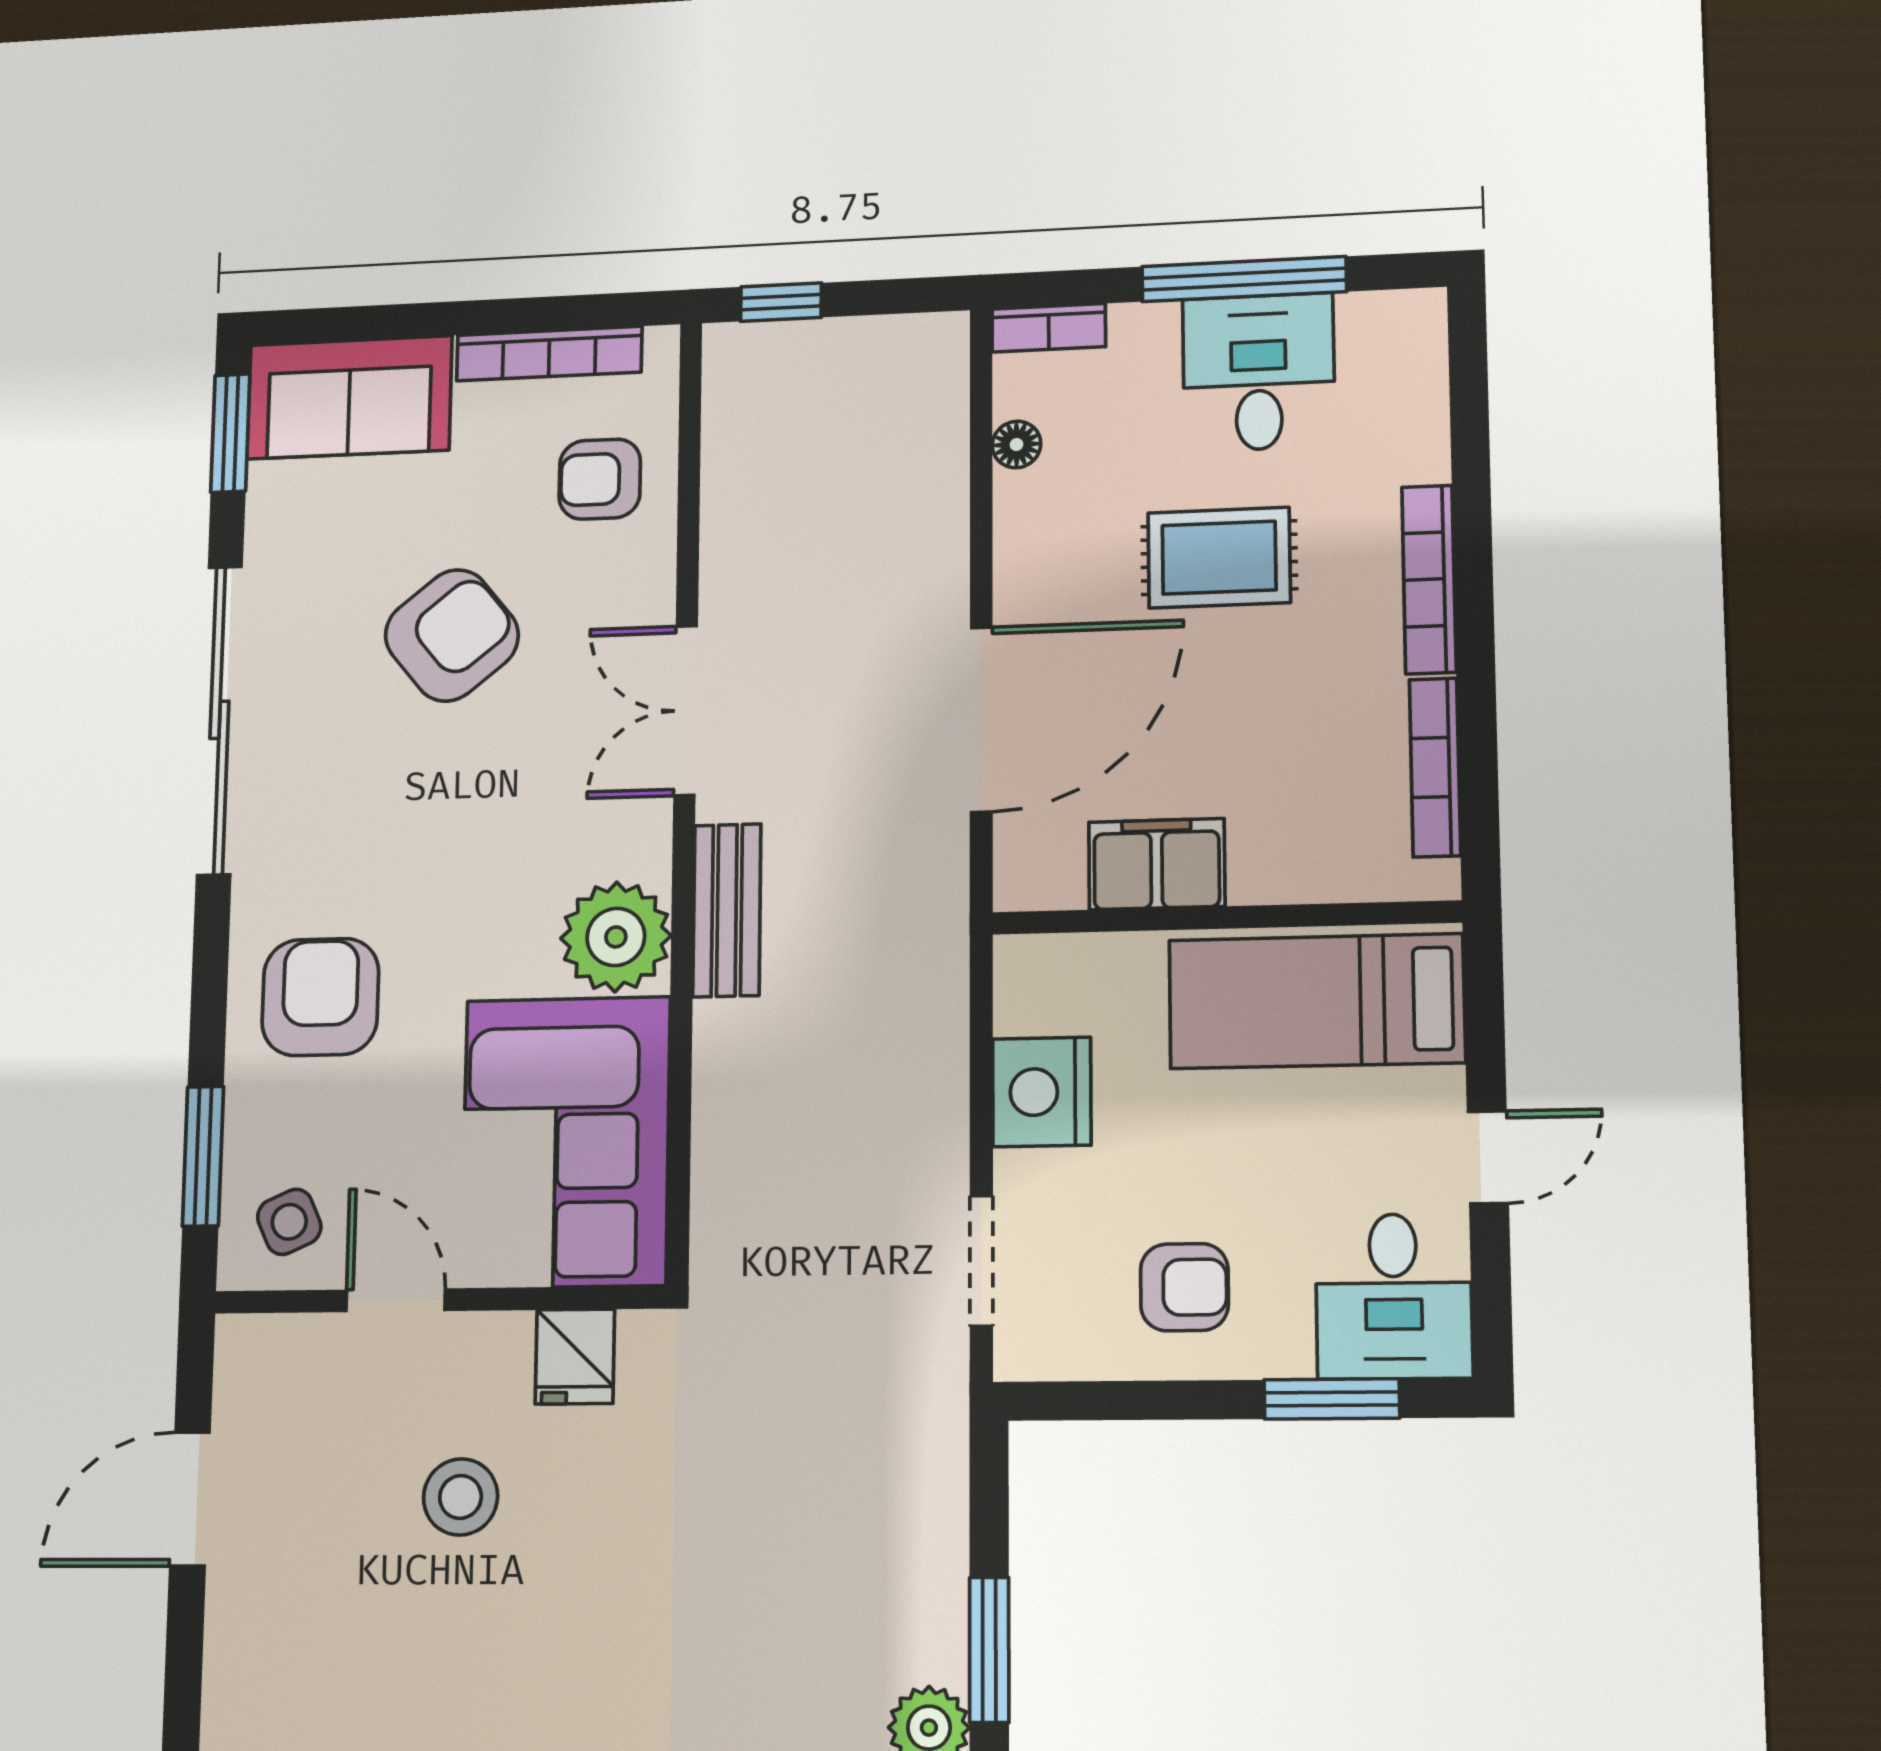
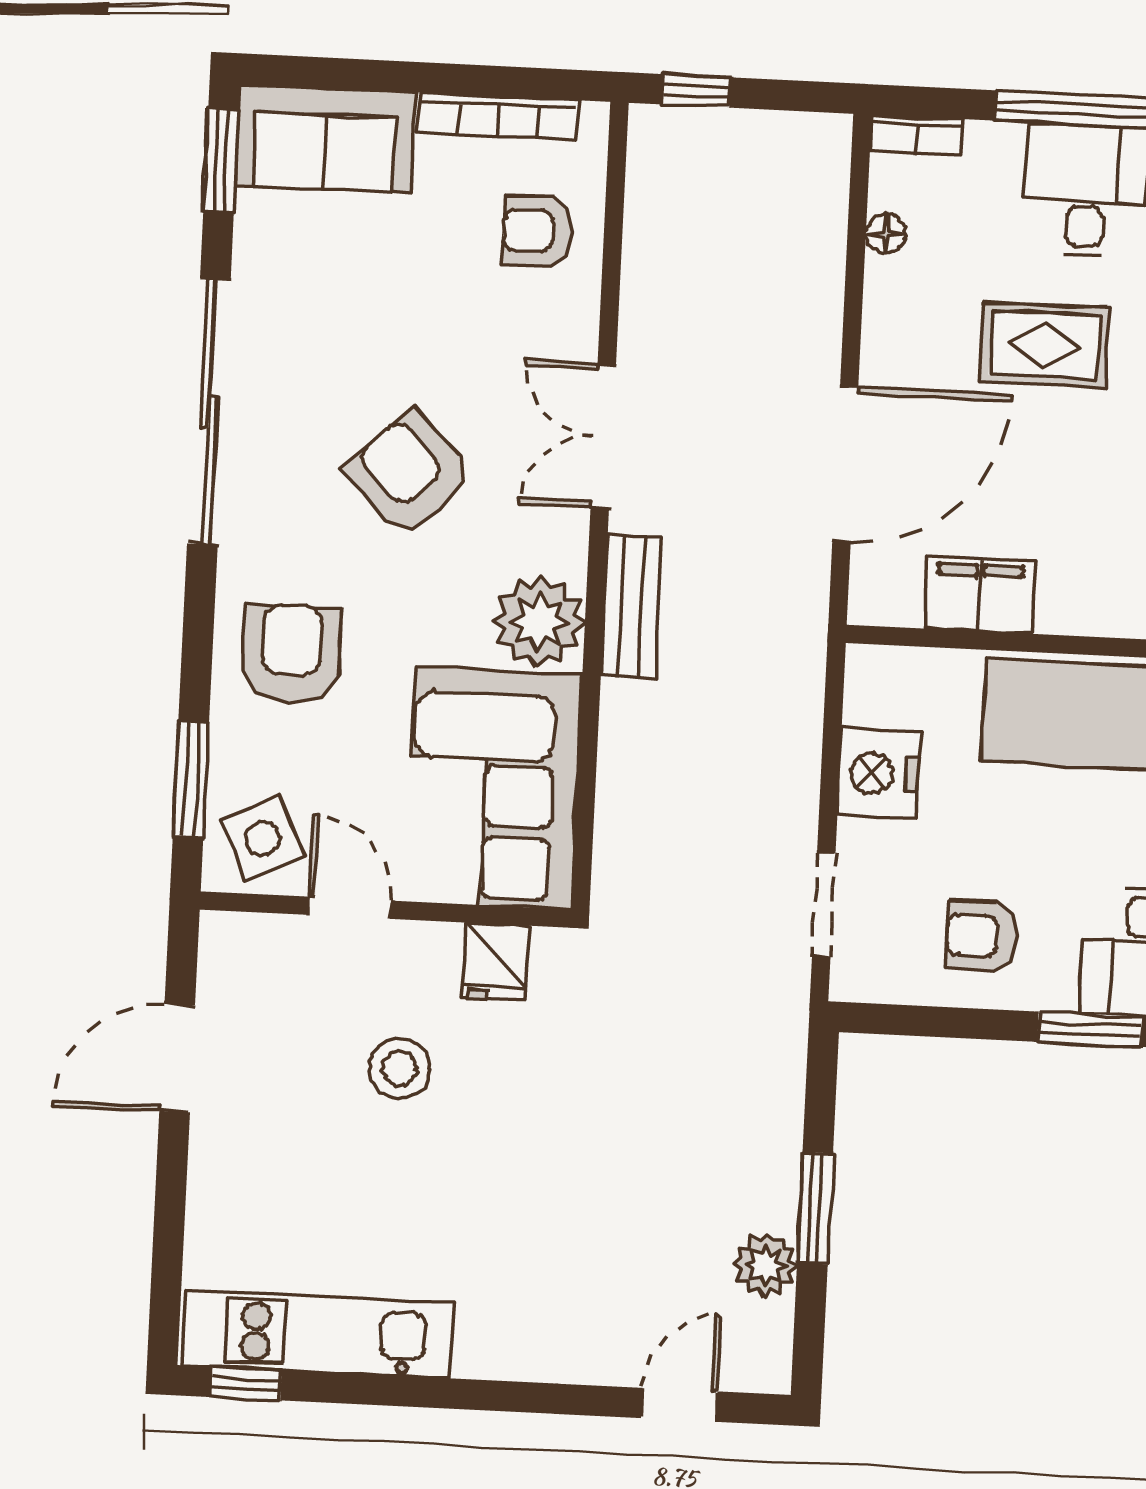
armchair: (452, 635) -> (409, 474), moved, turned -95
side table: (289, 1222) -> (263, 838), width x1.37, depth x1.37
armchair: (1184, 1287) -> (982, 936), turned 180

